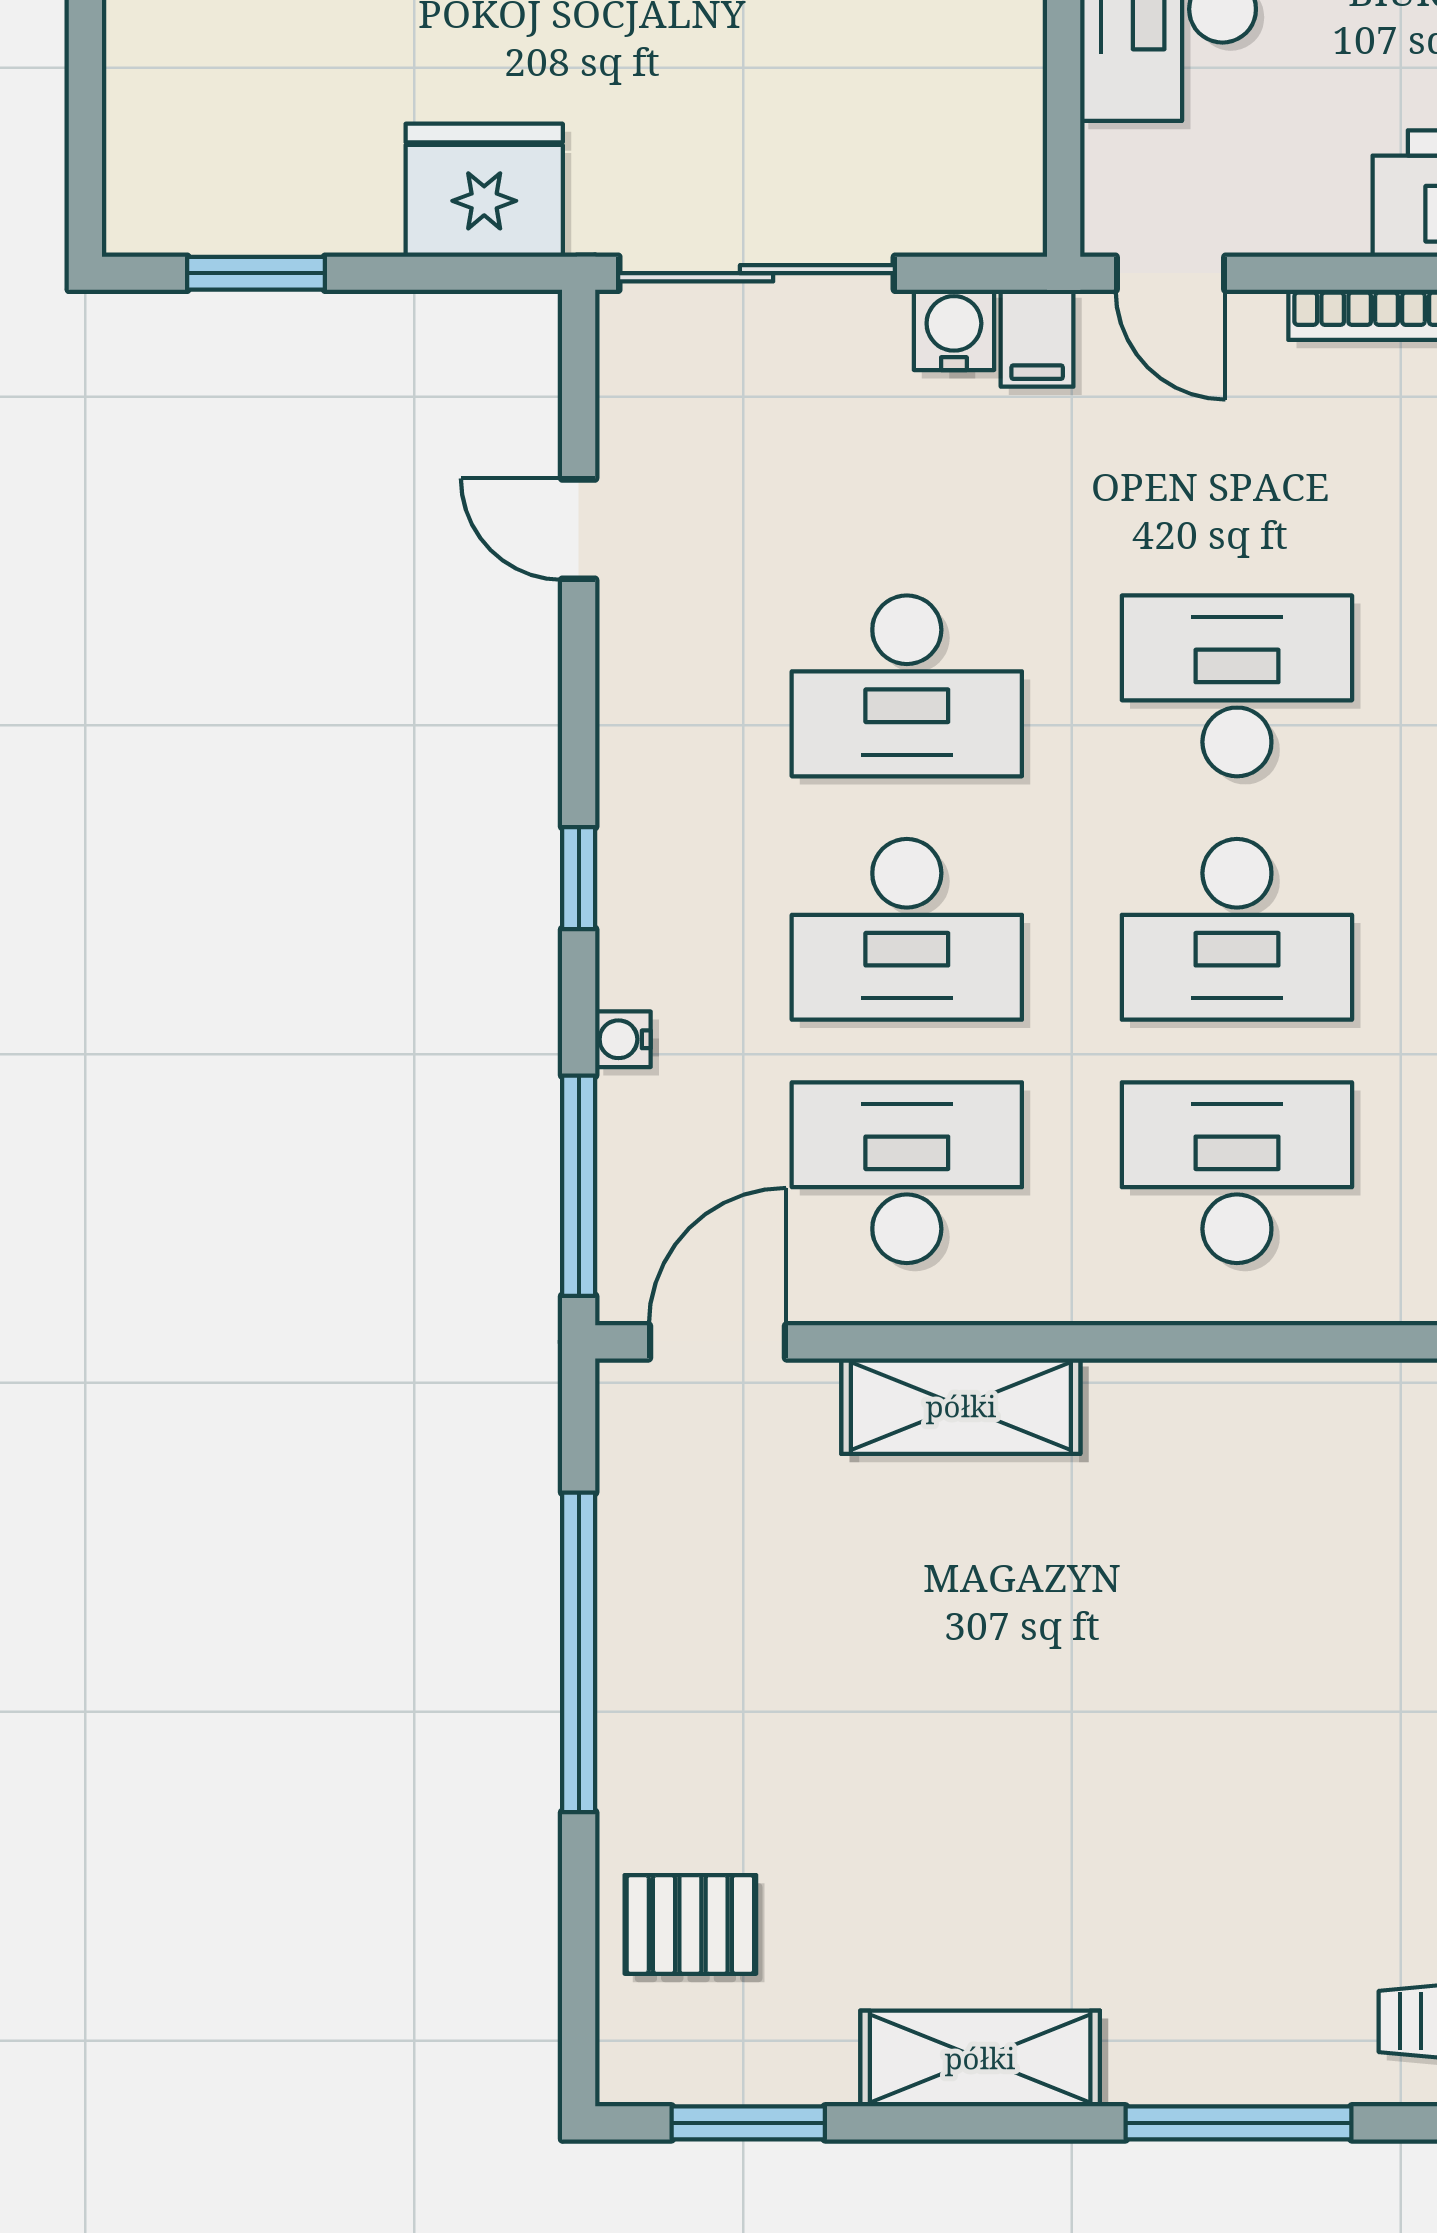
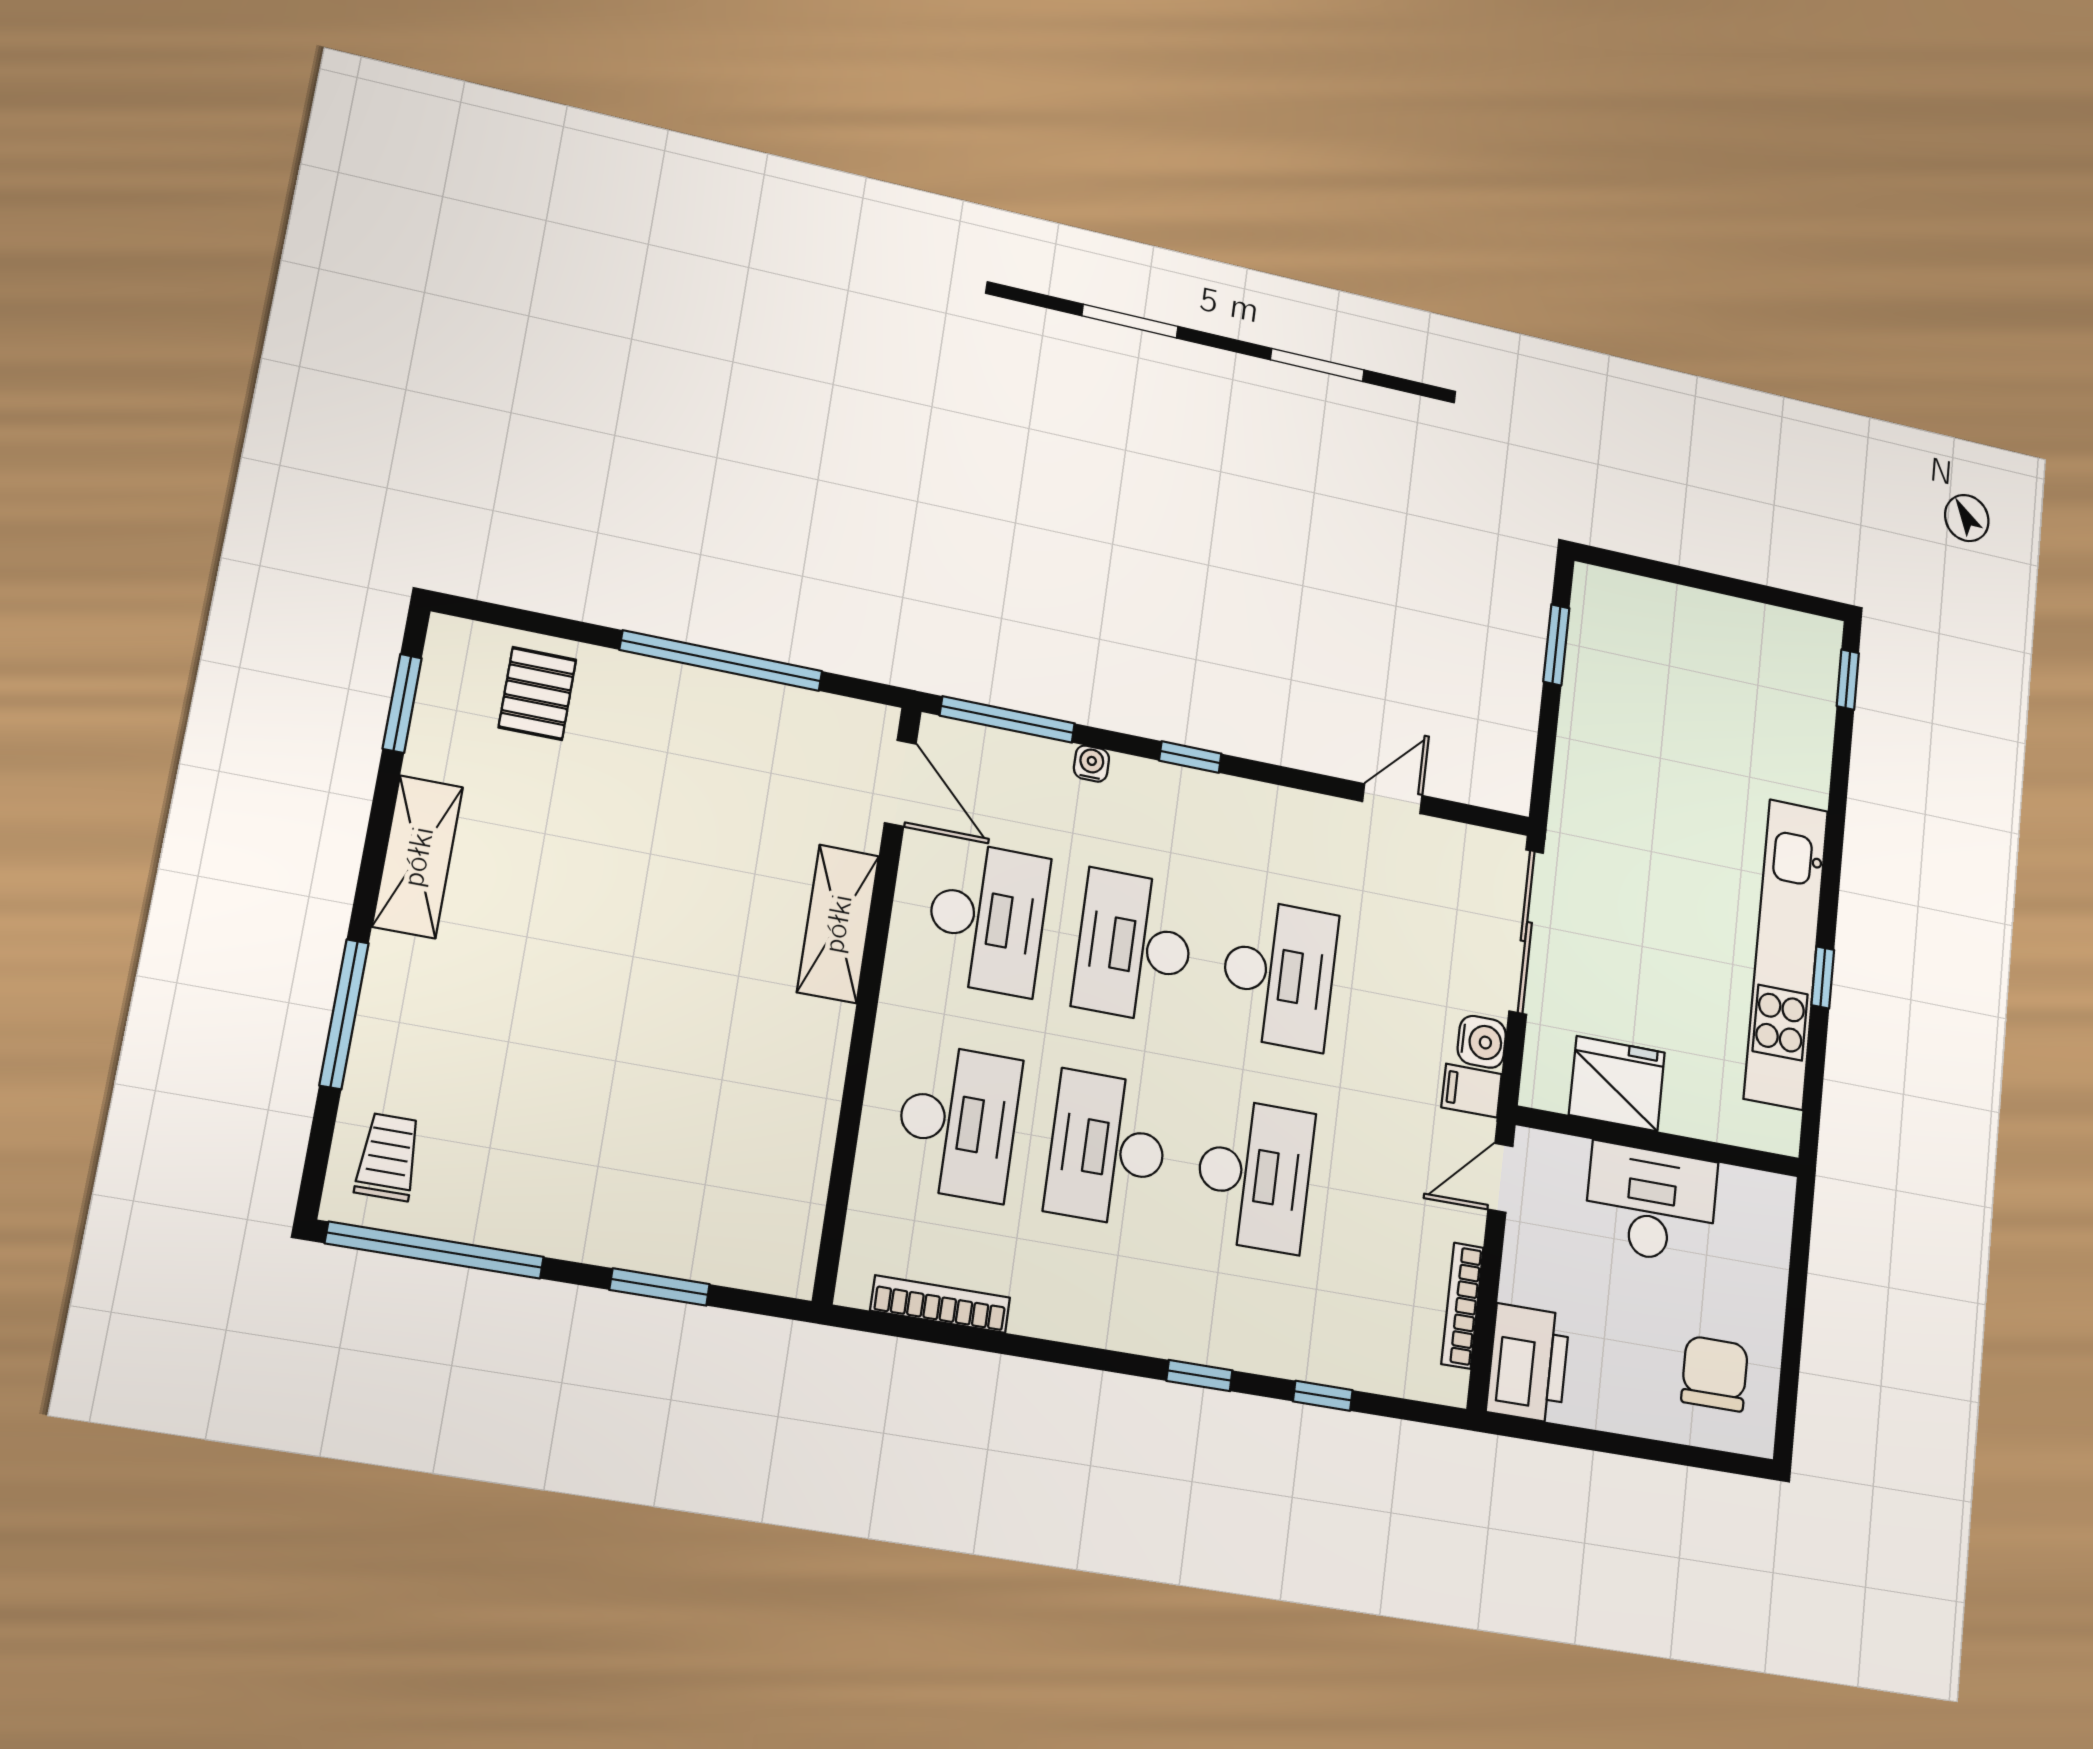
fridge: (484, 190) -> (1617, 1084), moved, turned -90
desk: (907, 686) -> (1279, 974), turned 180

